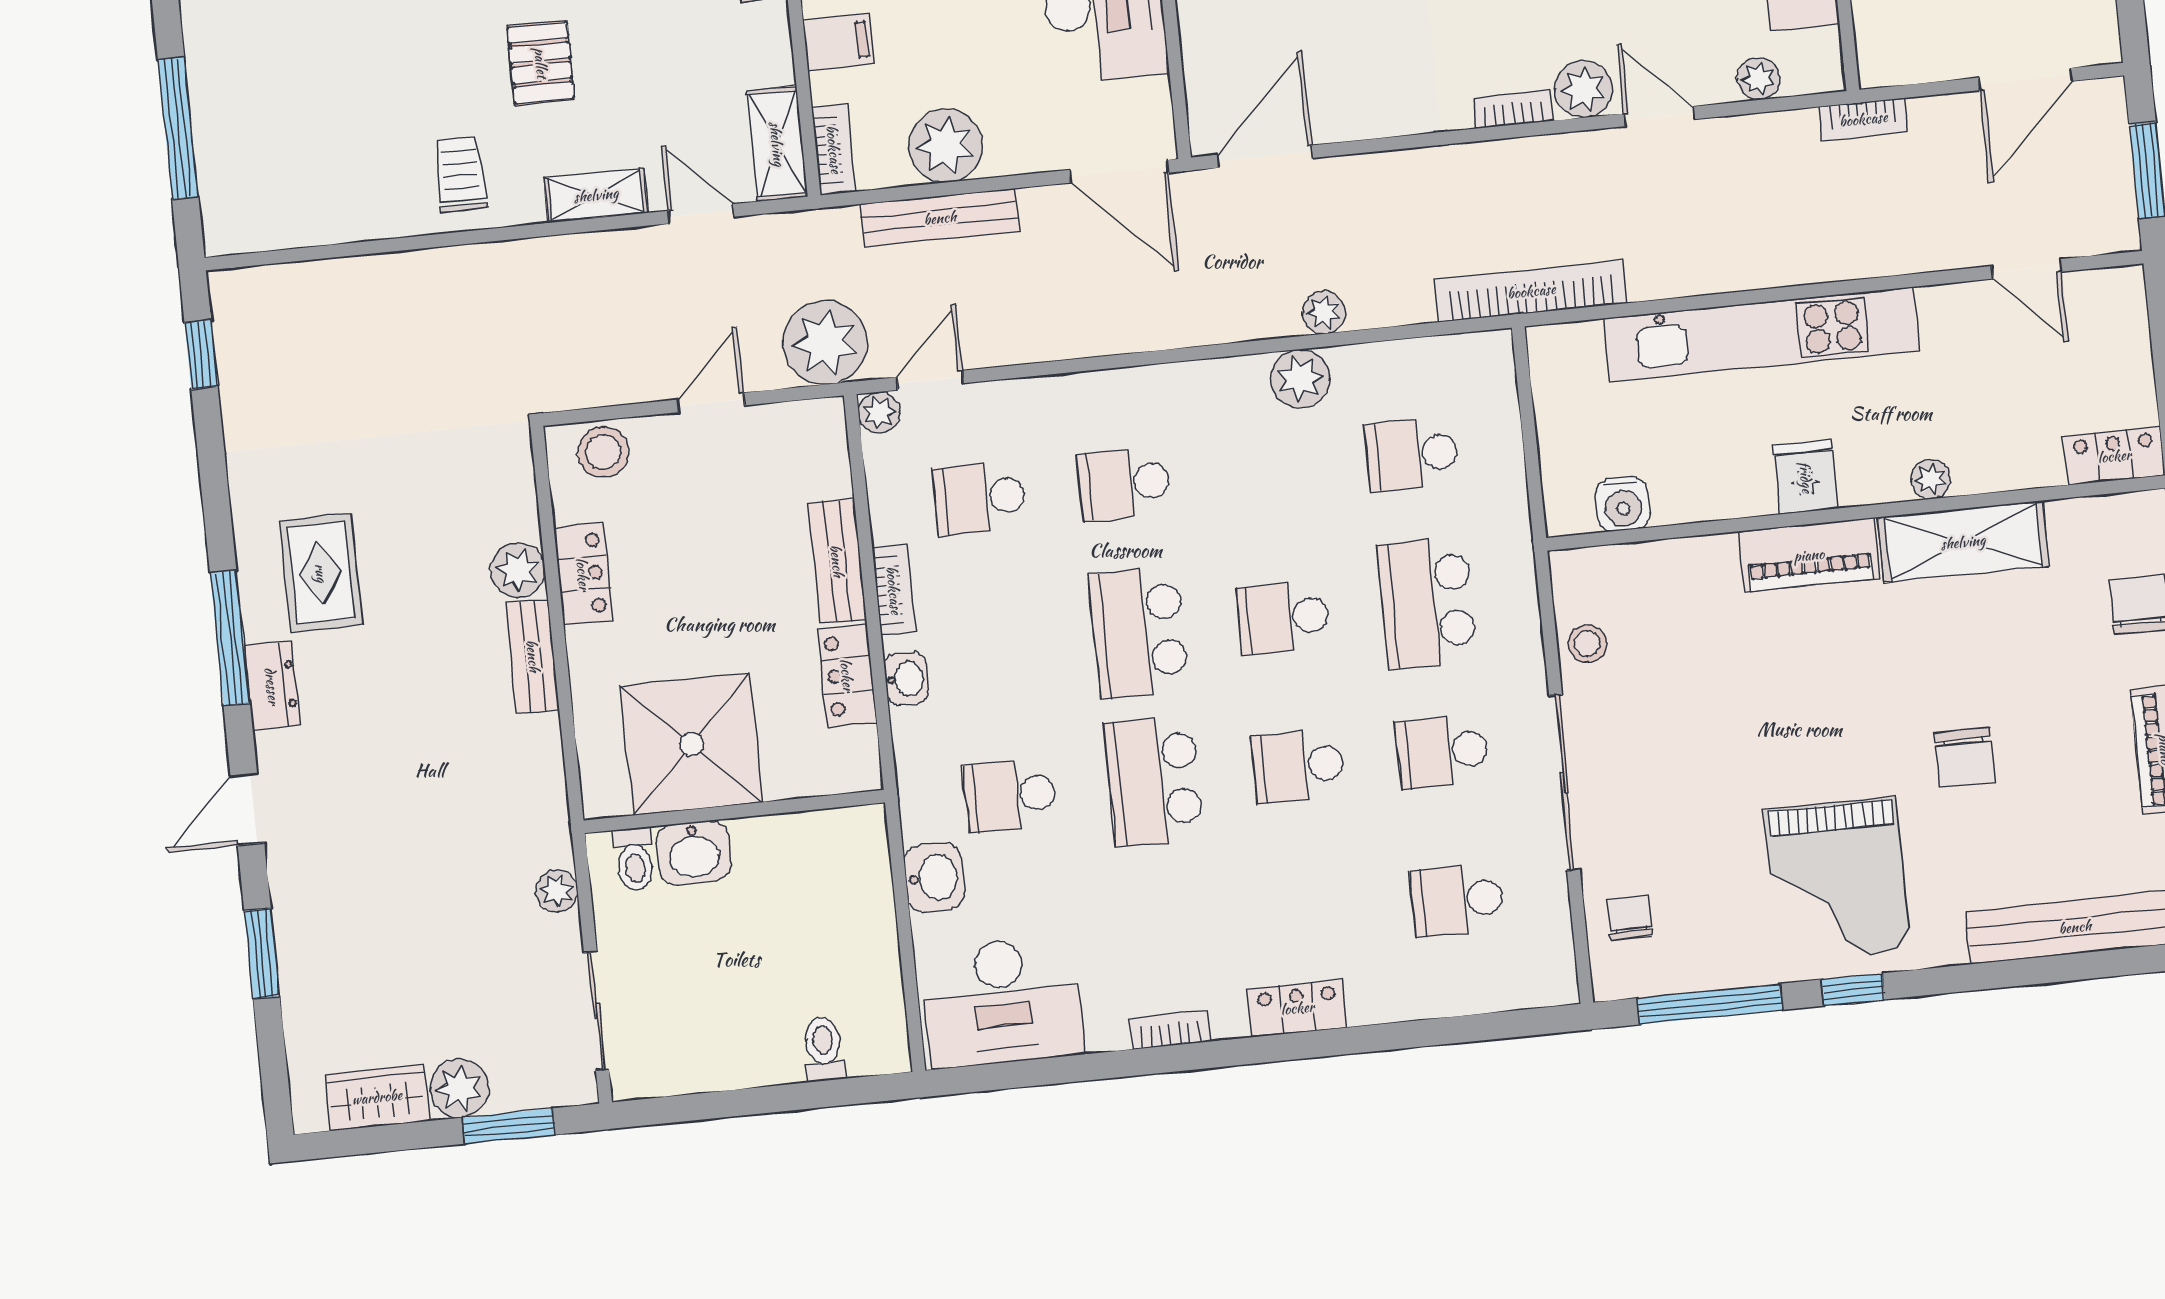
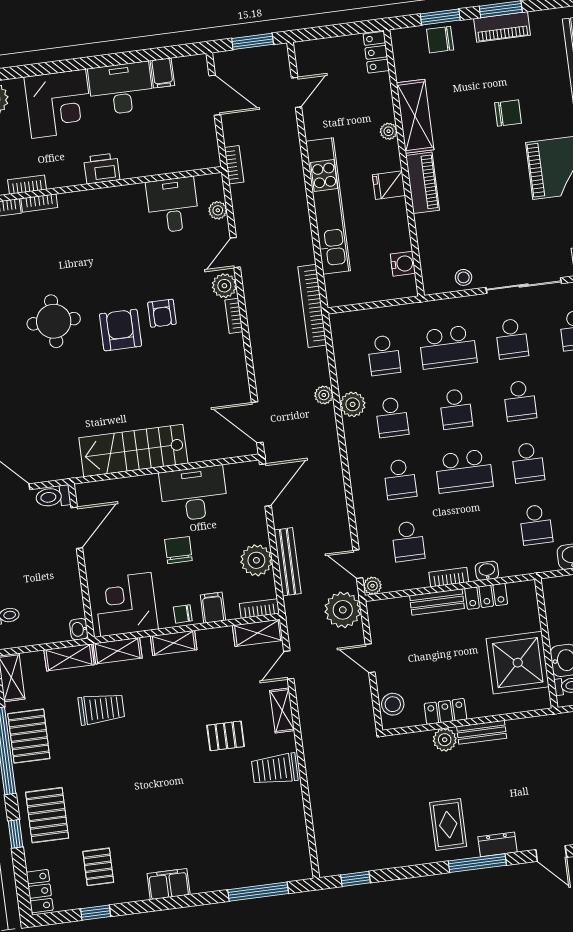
trolley: (461, 174) -> (275, 769), width x1.36, depth x1.39
school desk: (1268, 469) -> (392, 417), added
rug: (321, 573) -> (448, 825), turned 90
school desk: (1154, 781) -> (528, 463), width x0.54

